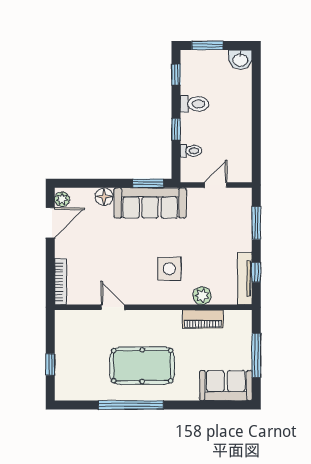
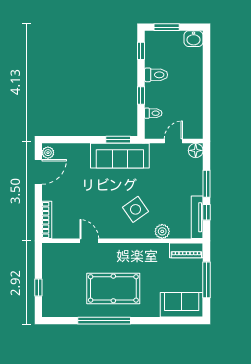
floor lamp: (104, 197) -> (196, 150), moved
window: (256, 223) -> (207, 184), moved
side table: (169, 269) -> (136, 209), turned -35
piano: (203, 319) -> (186, 250), moved

